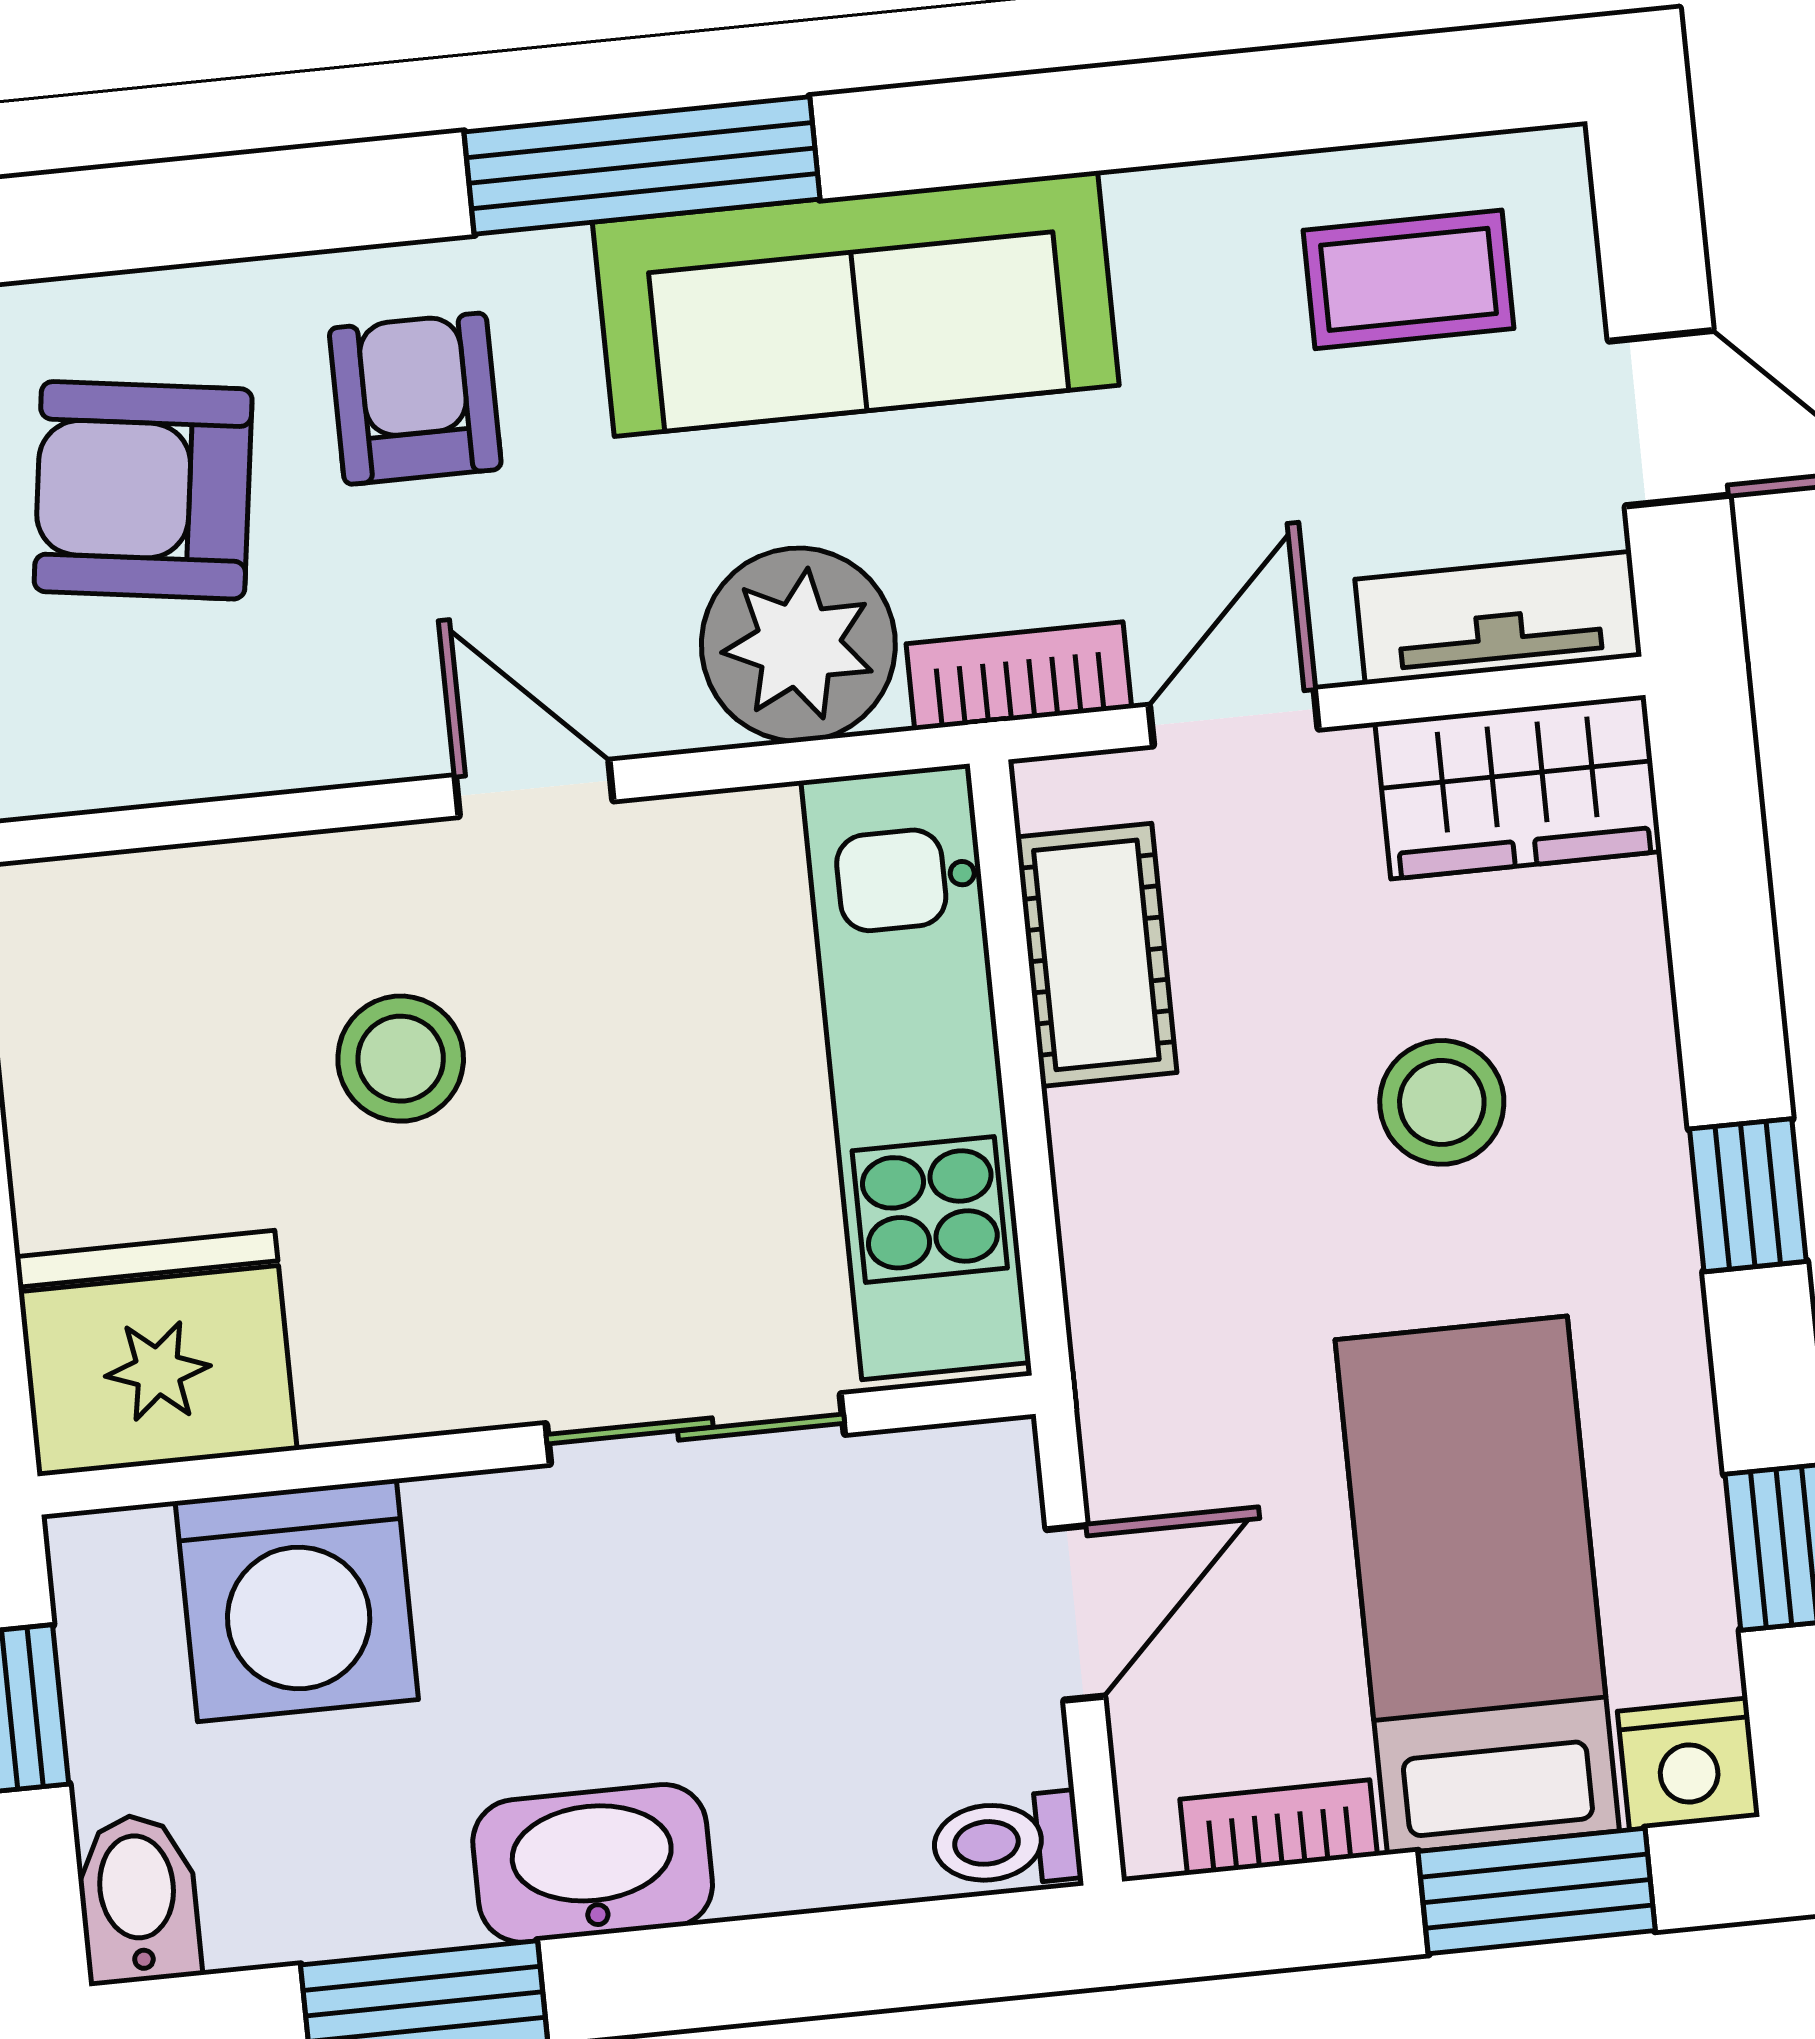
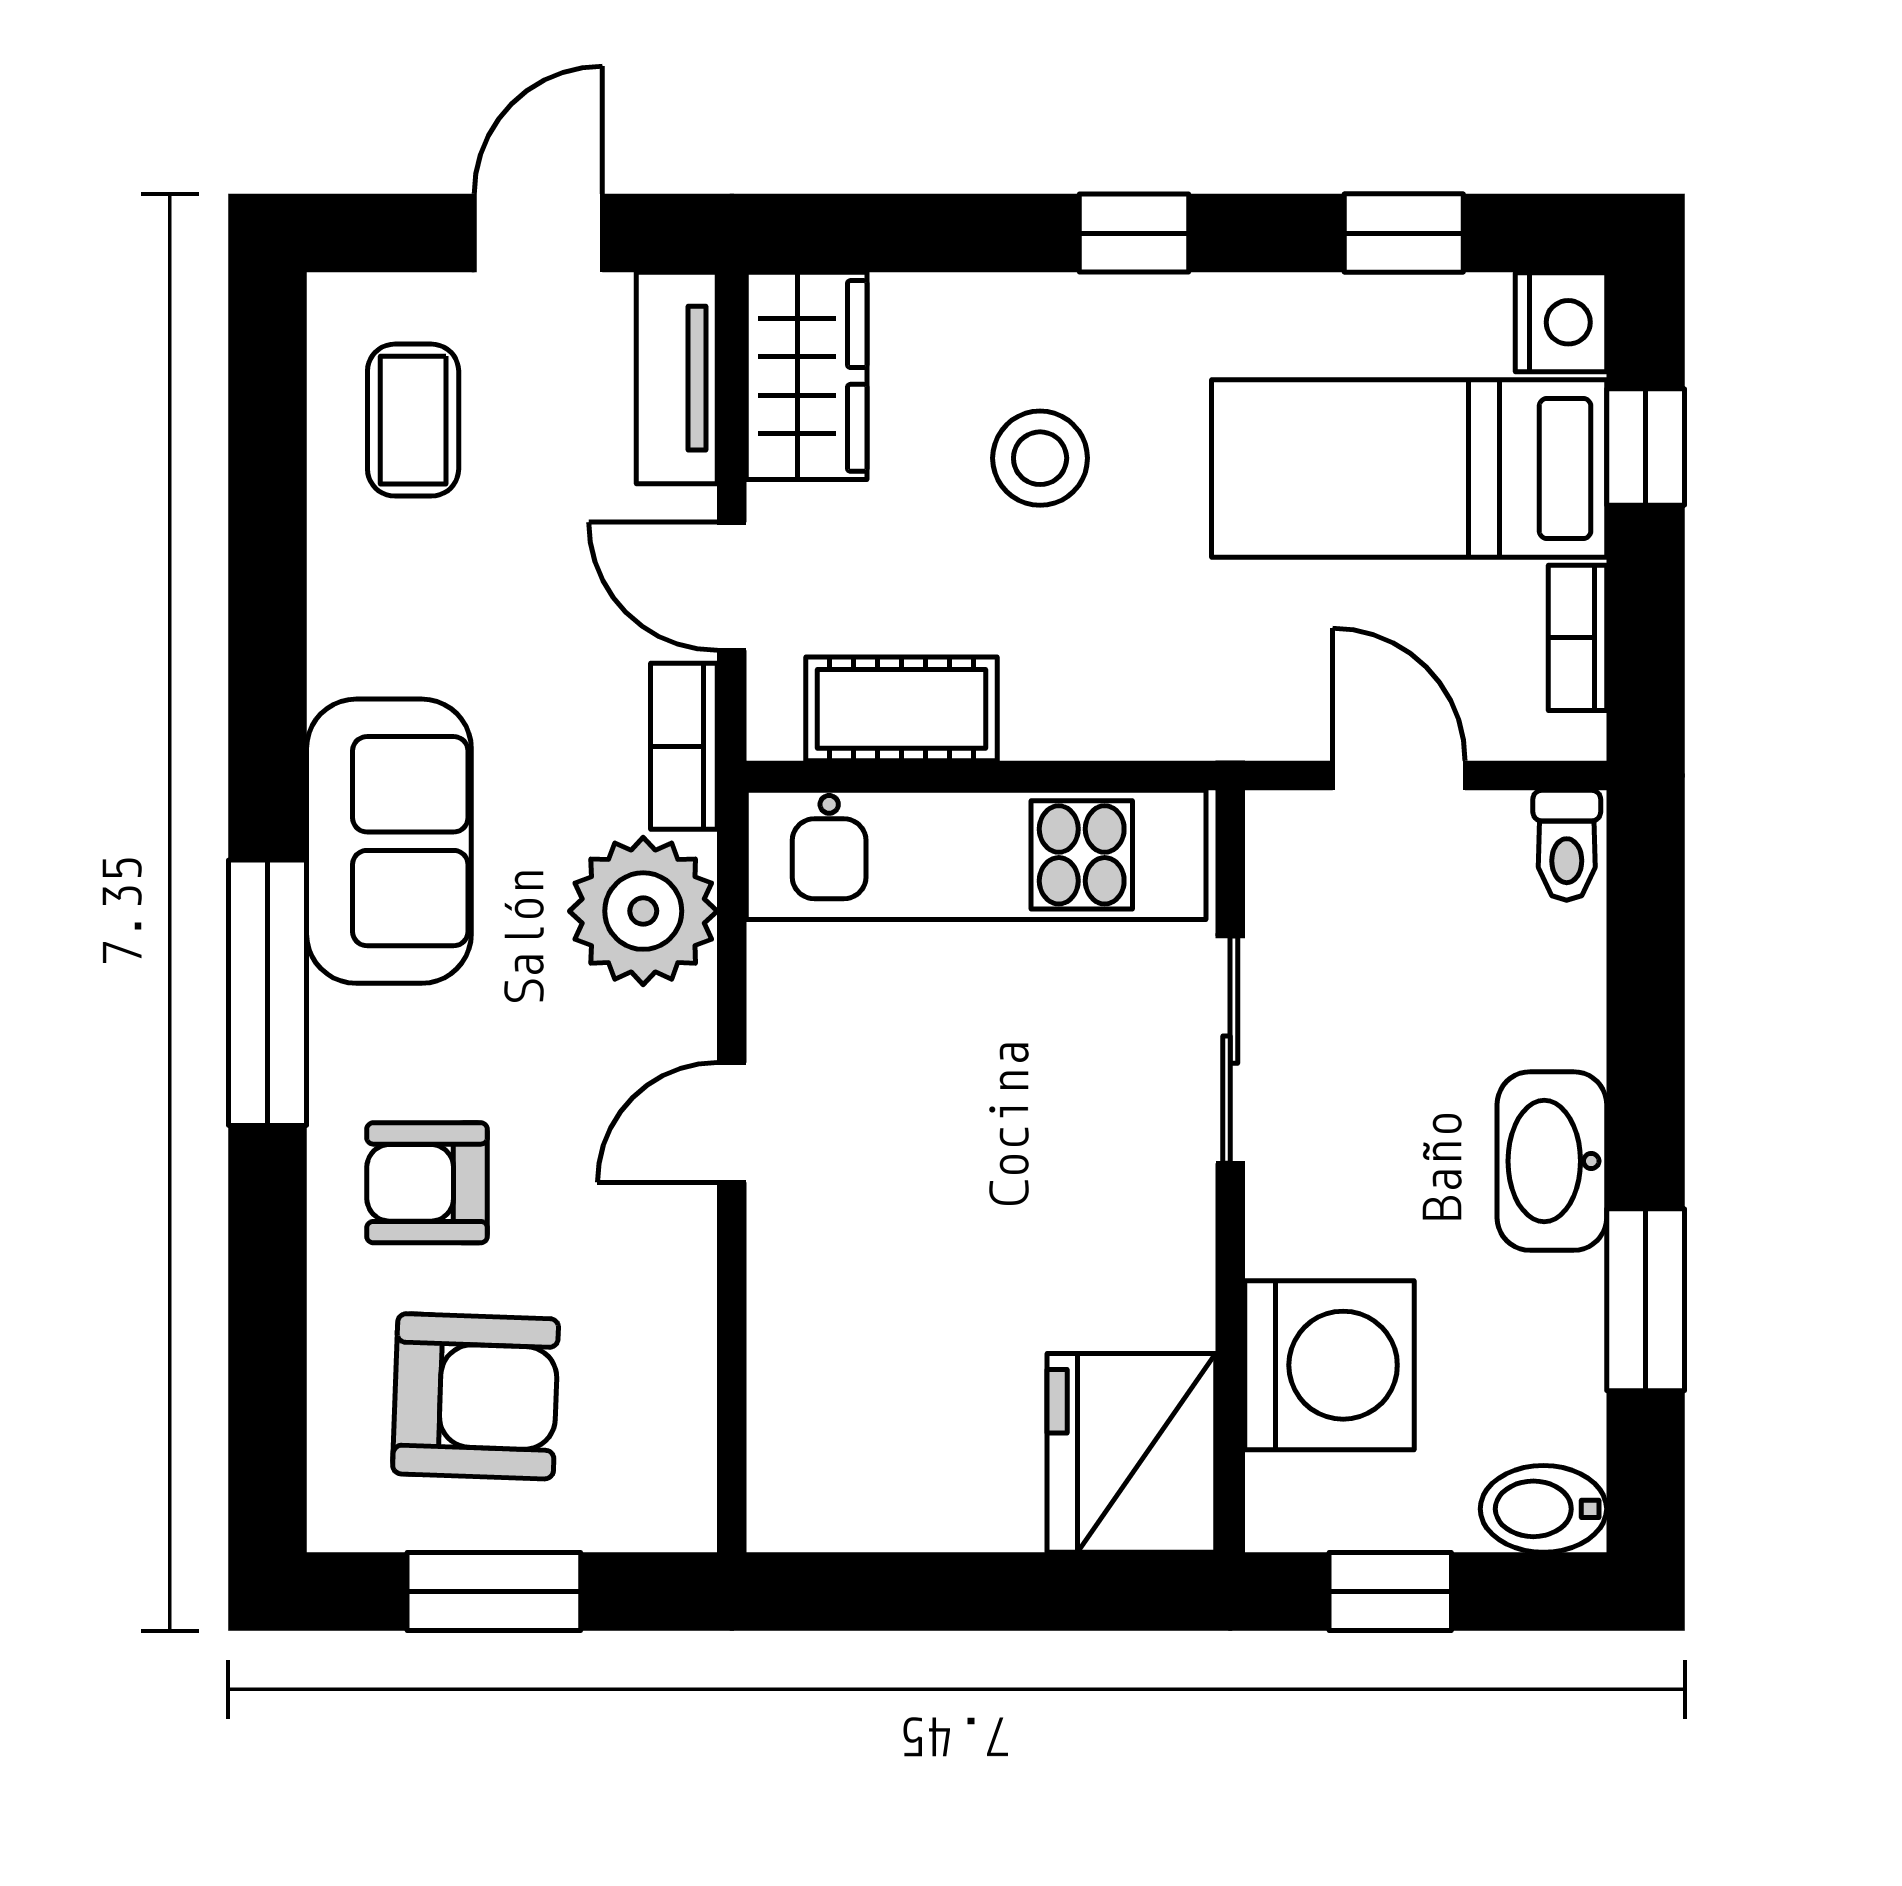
sofa: (856, 304) -> (389, 841), width x0.73
armchair: (143, 490) -> (476, 1396), turned -96
stool: (401, 1059) -> (927, 1245), removed
window: (1537, 1891) -> (1646, 447), width x0.67

